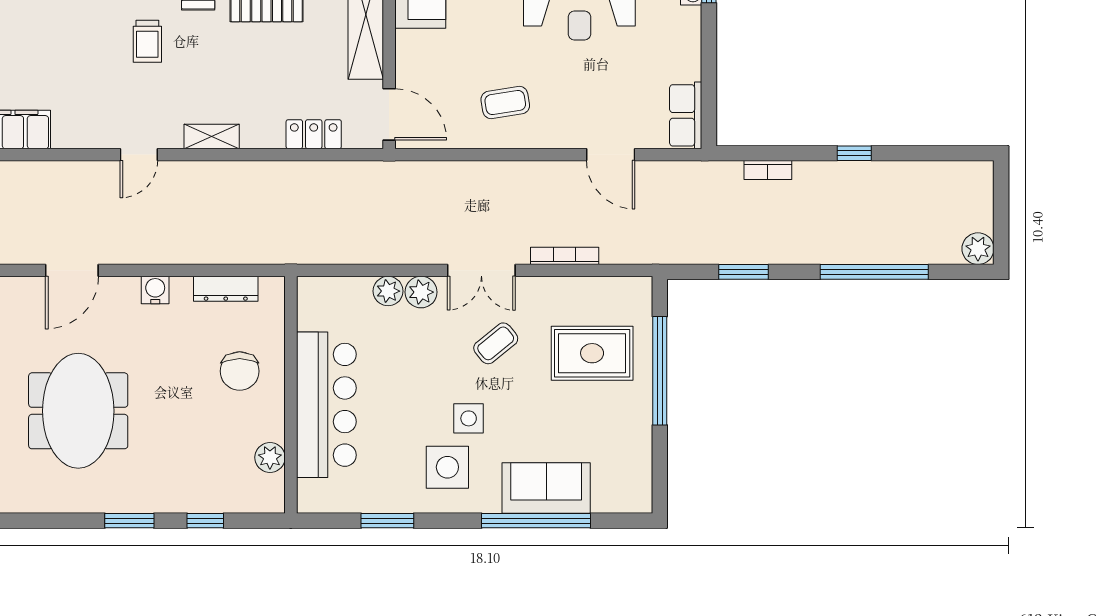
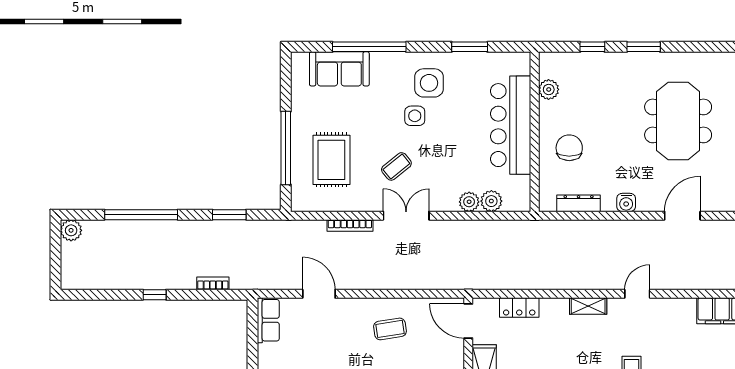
plant: (421, 292) -> (491, 201), moved
rug: (592, 353) -> (331, 160), turned 90
sofa: (546, 488) -> (339, 69), moved

